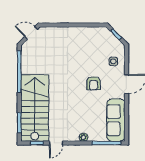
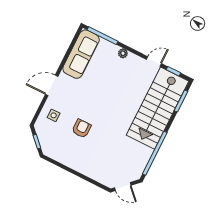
armchair: (94, 83) -> (82, 129), moved

